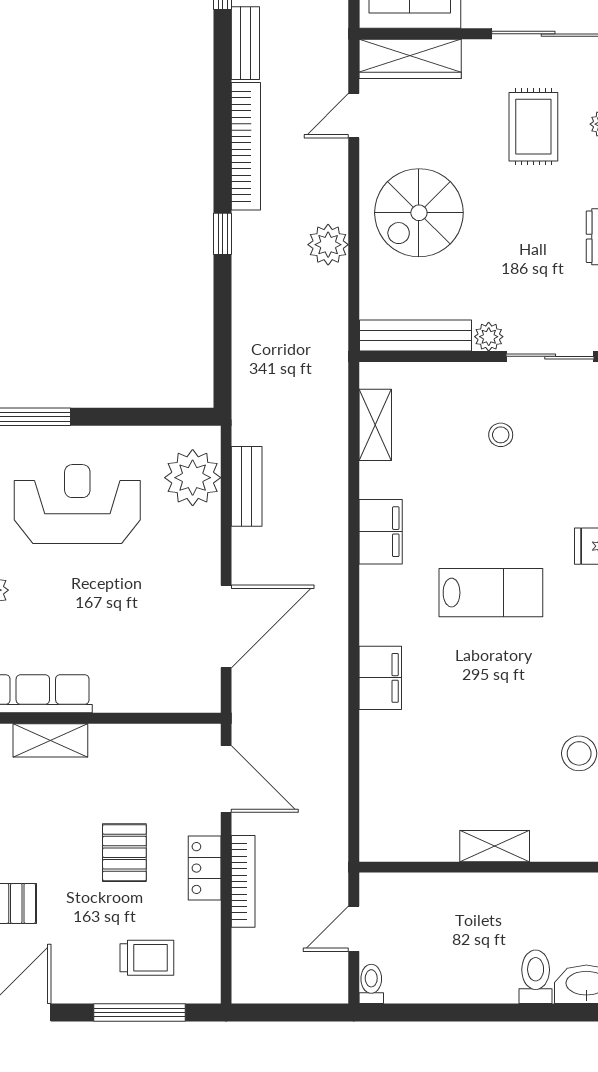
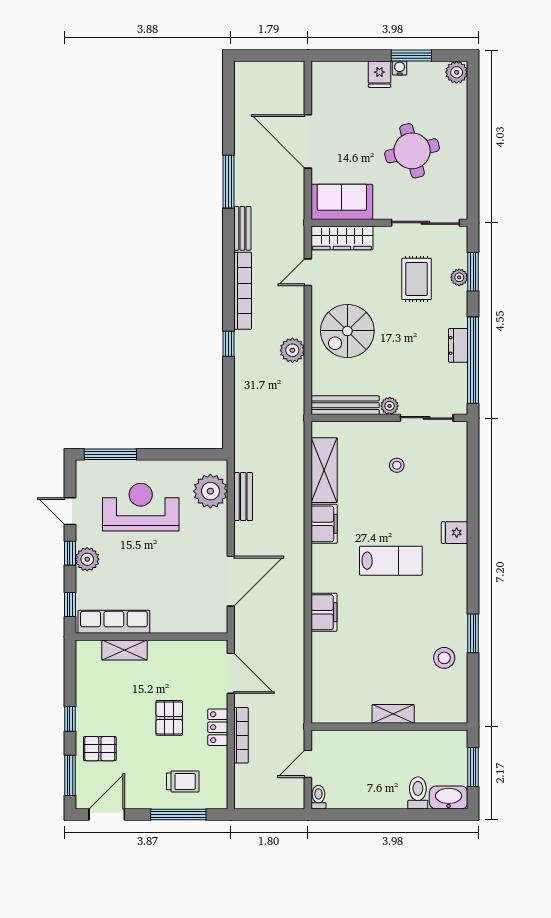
shelving: (375, 425) -> (324, 470), width x1.50, depth x1.33

